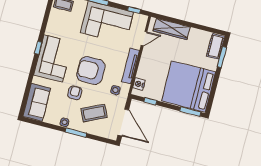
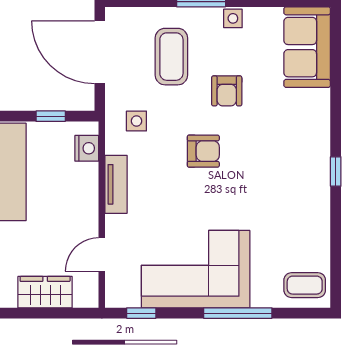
wardrobe: (172, 29) -> (45, 292), width x0.67
corner sofa: (53, 59) -> (296, 156), removed
tv unit: (131, 66) -> (116, 184), width x0.71
armchair: (91, 70) -> (203, 151), width x0.53, depth x0.53
coffee table: (94, 113) -> (171, 57), turned -65

